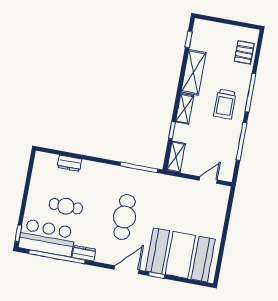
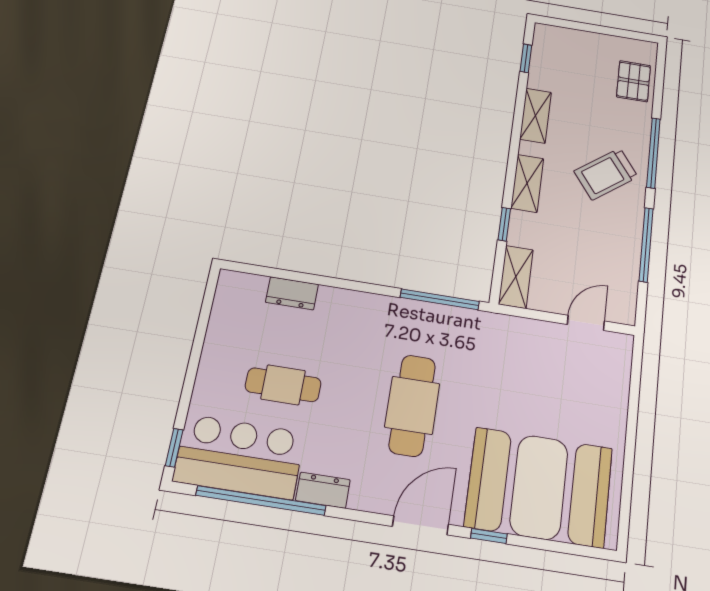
shelving: (194, 72) -> (536, 116), width x0.67, depth x0.75
trolley: (225, 104) -> (606, 174), turned 53

